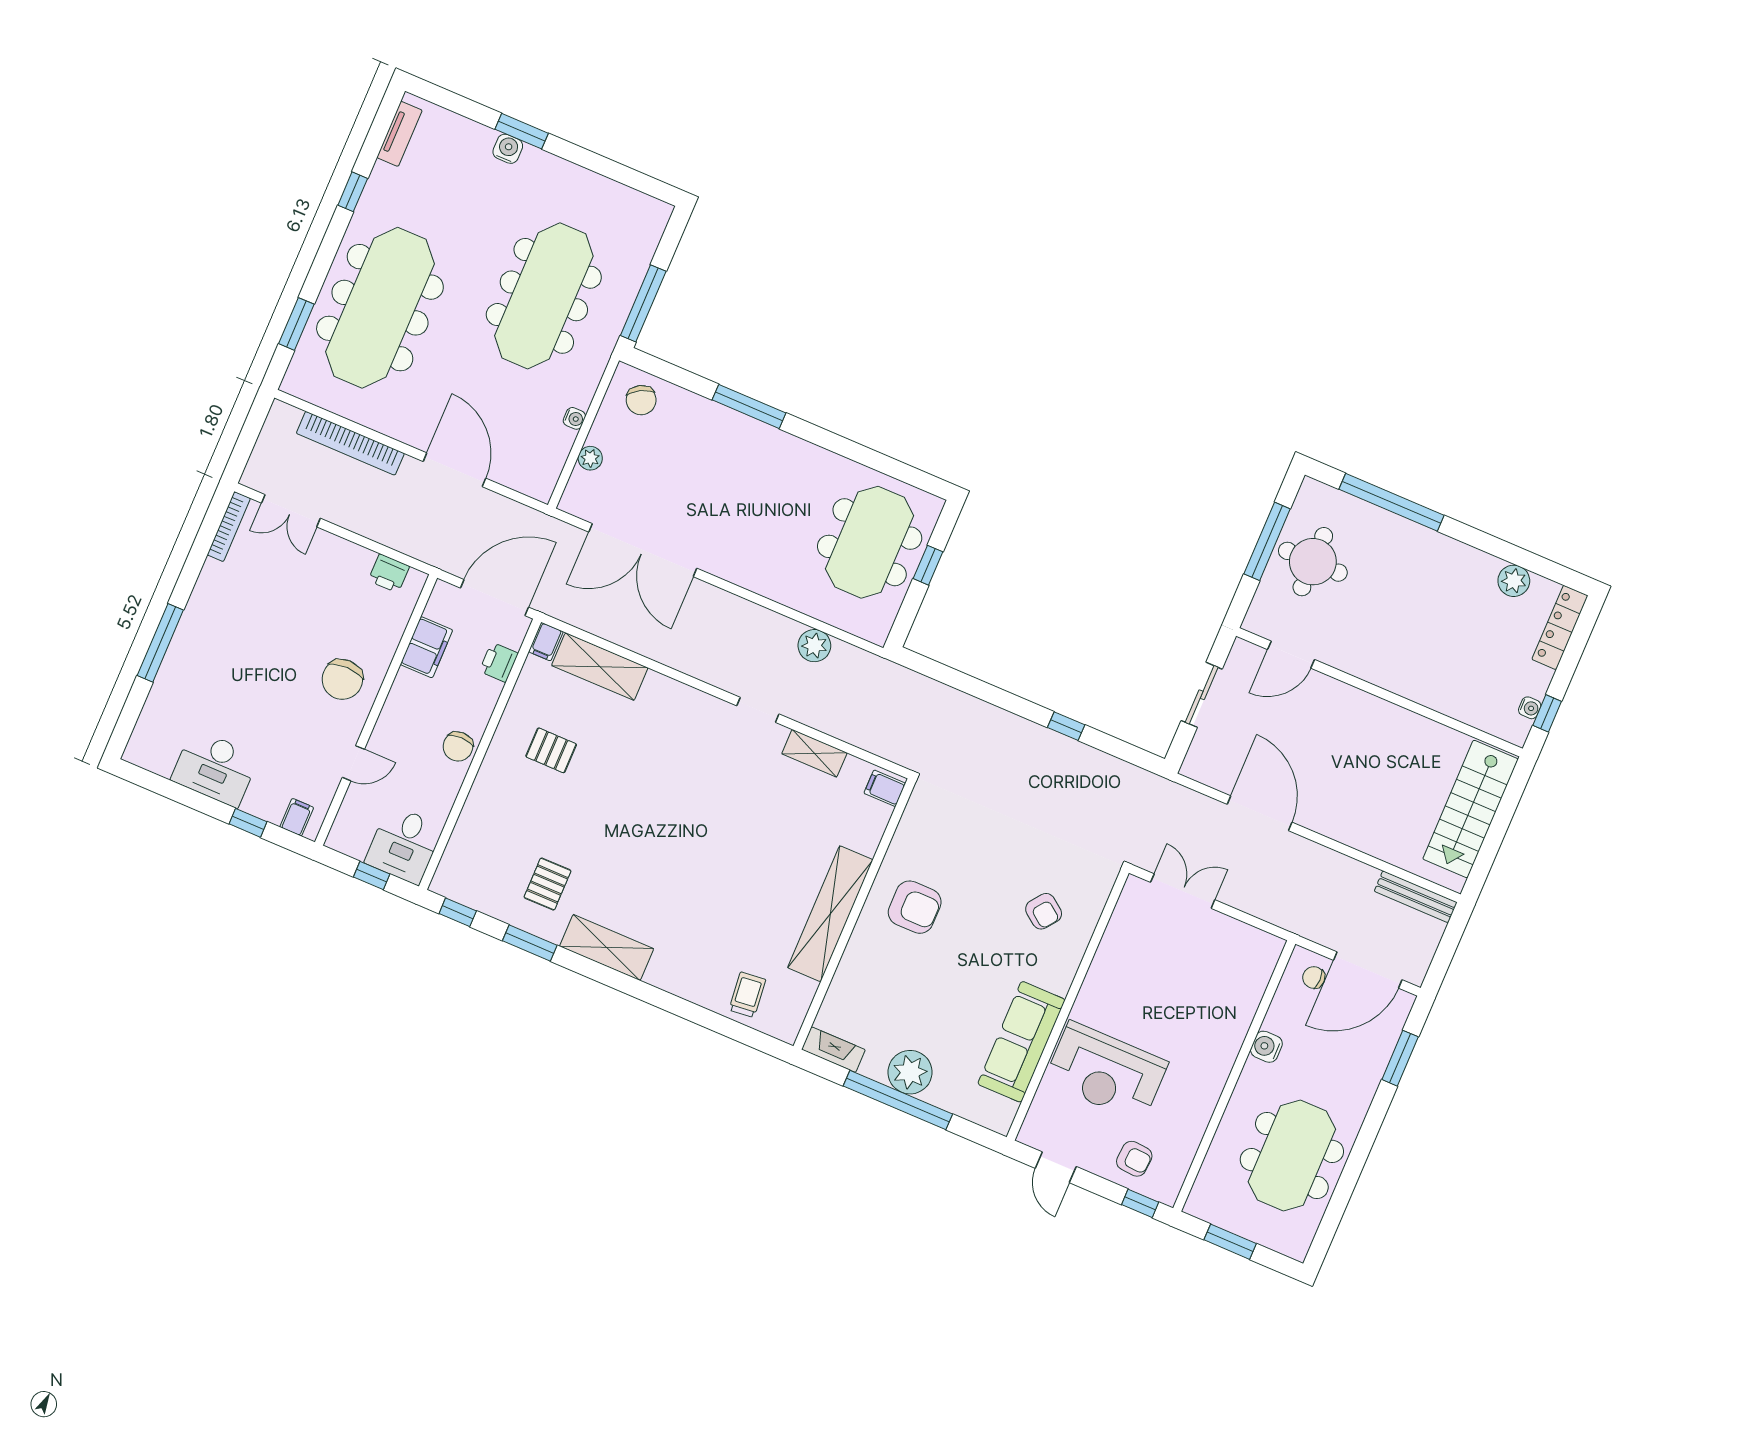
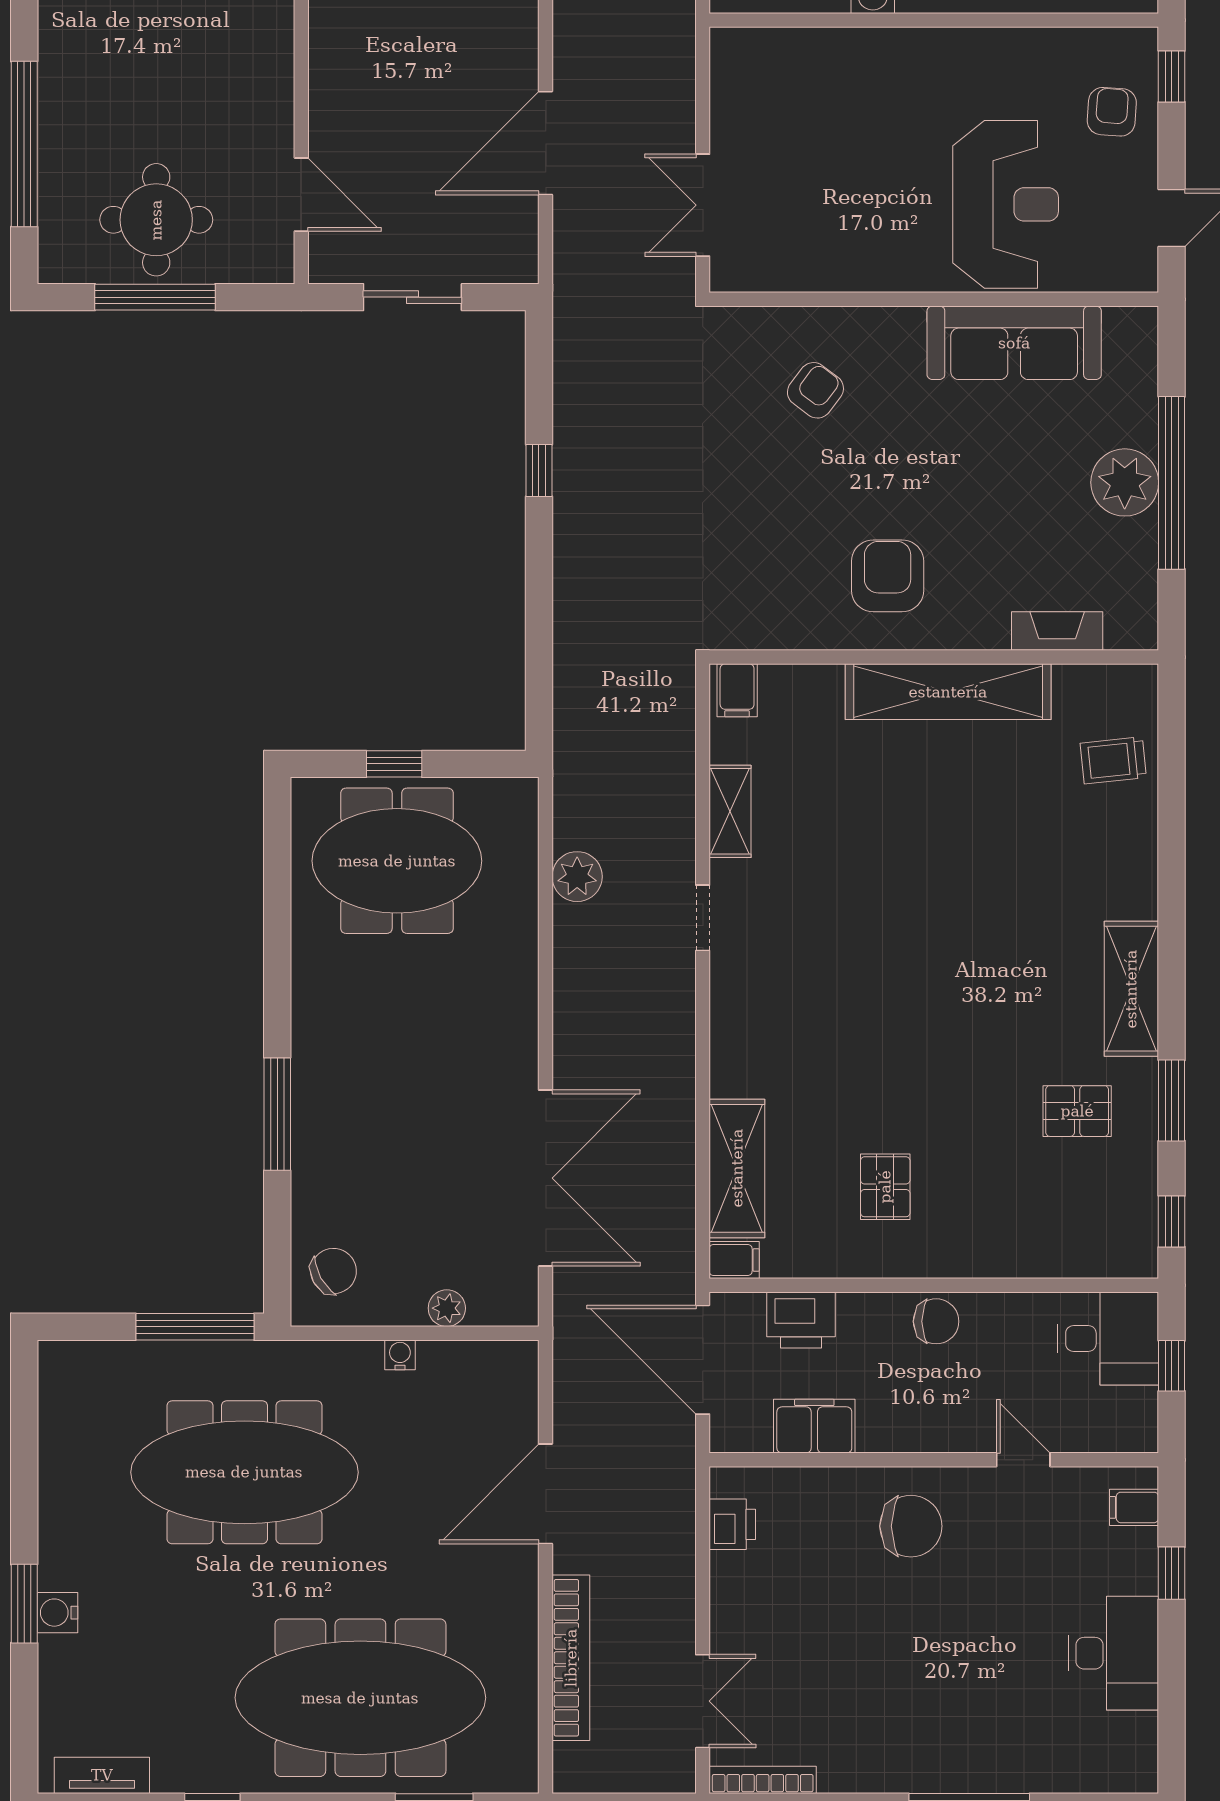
printer: (499, 662) -> (801, 1320), width x1.36, depth x1.24
fireplace: (833, 1050) -> (1057, 631), moved, turned 90

